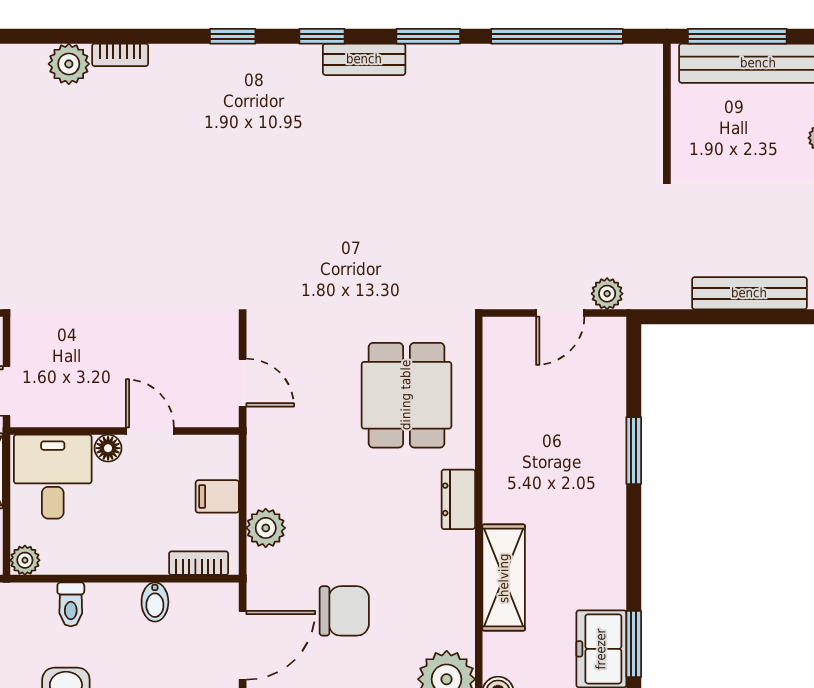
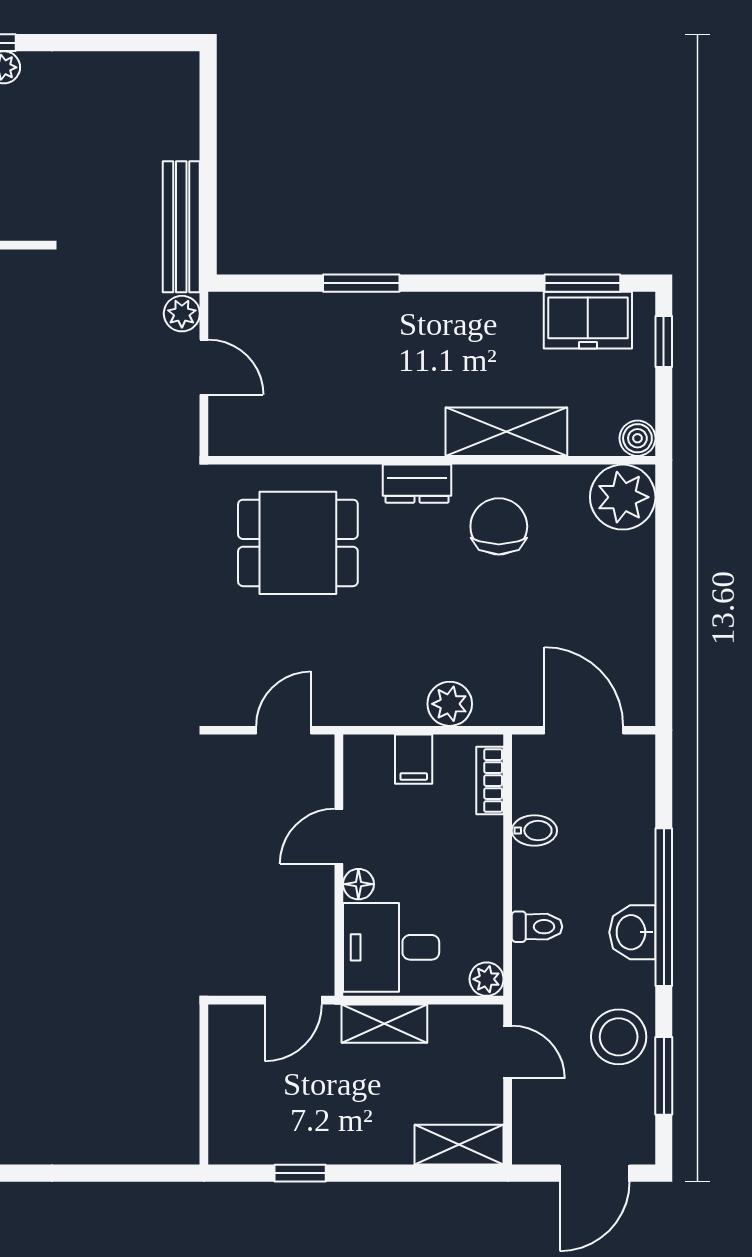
bench: (749, 293) -> (181, 227), moved
chair: (344, 611) -> (499, 526), moved

